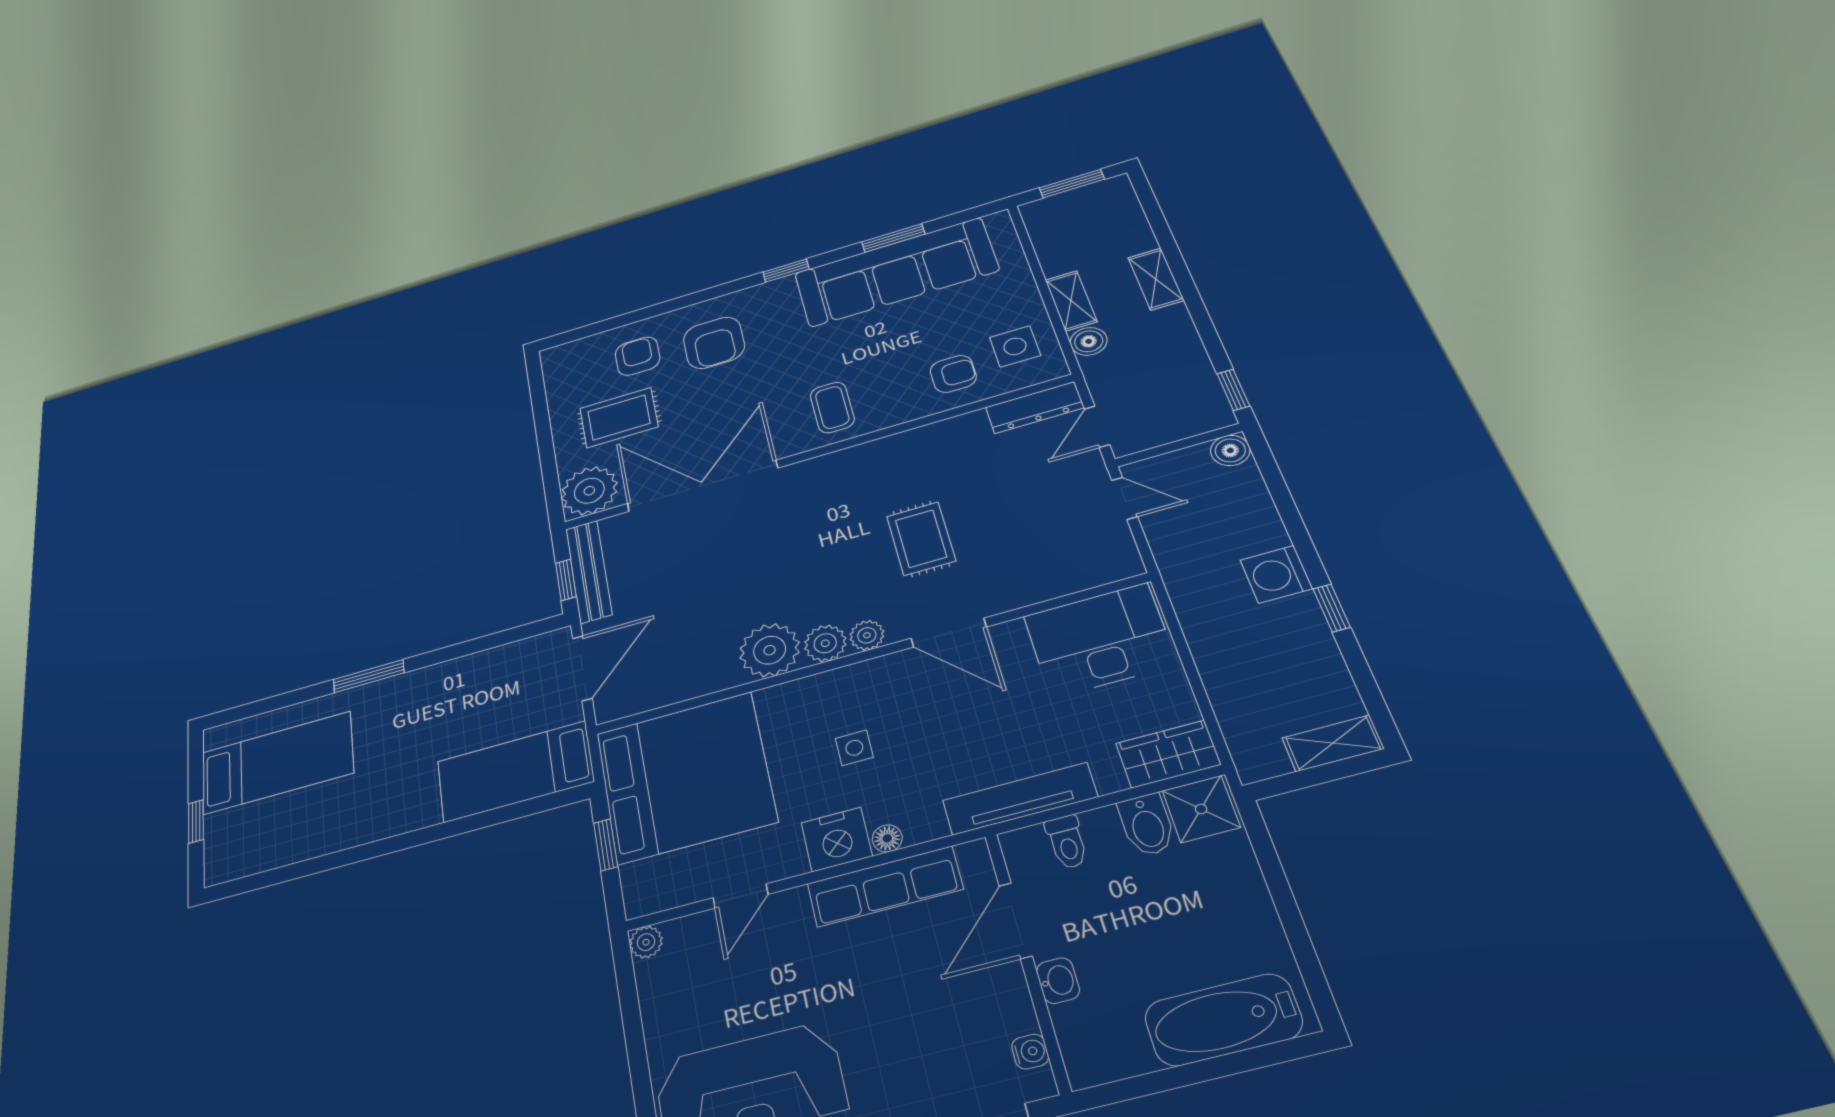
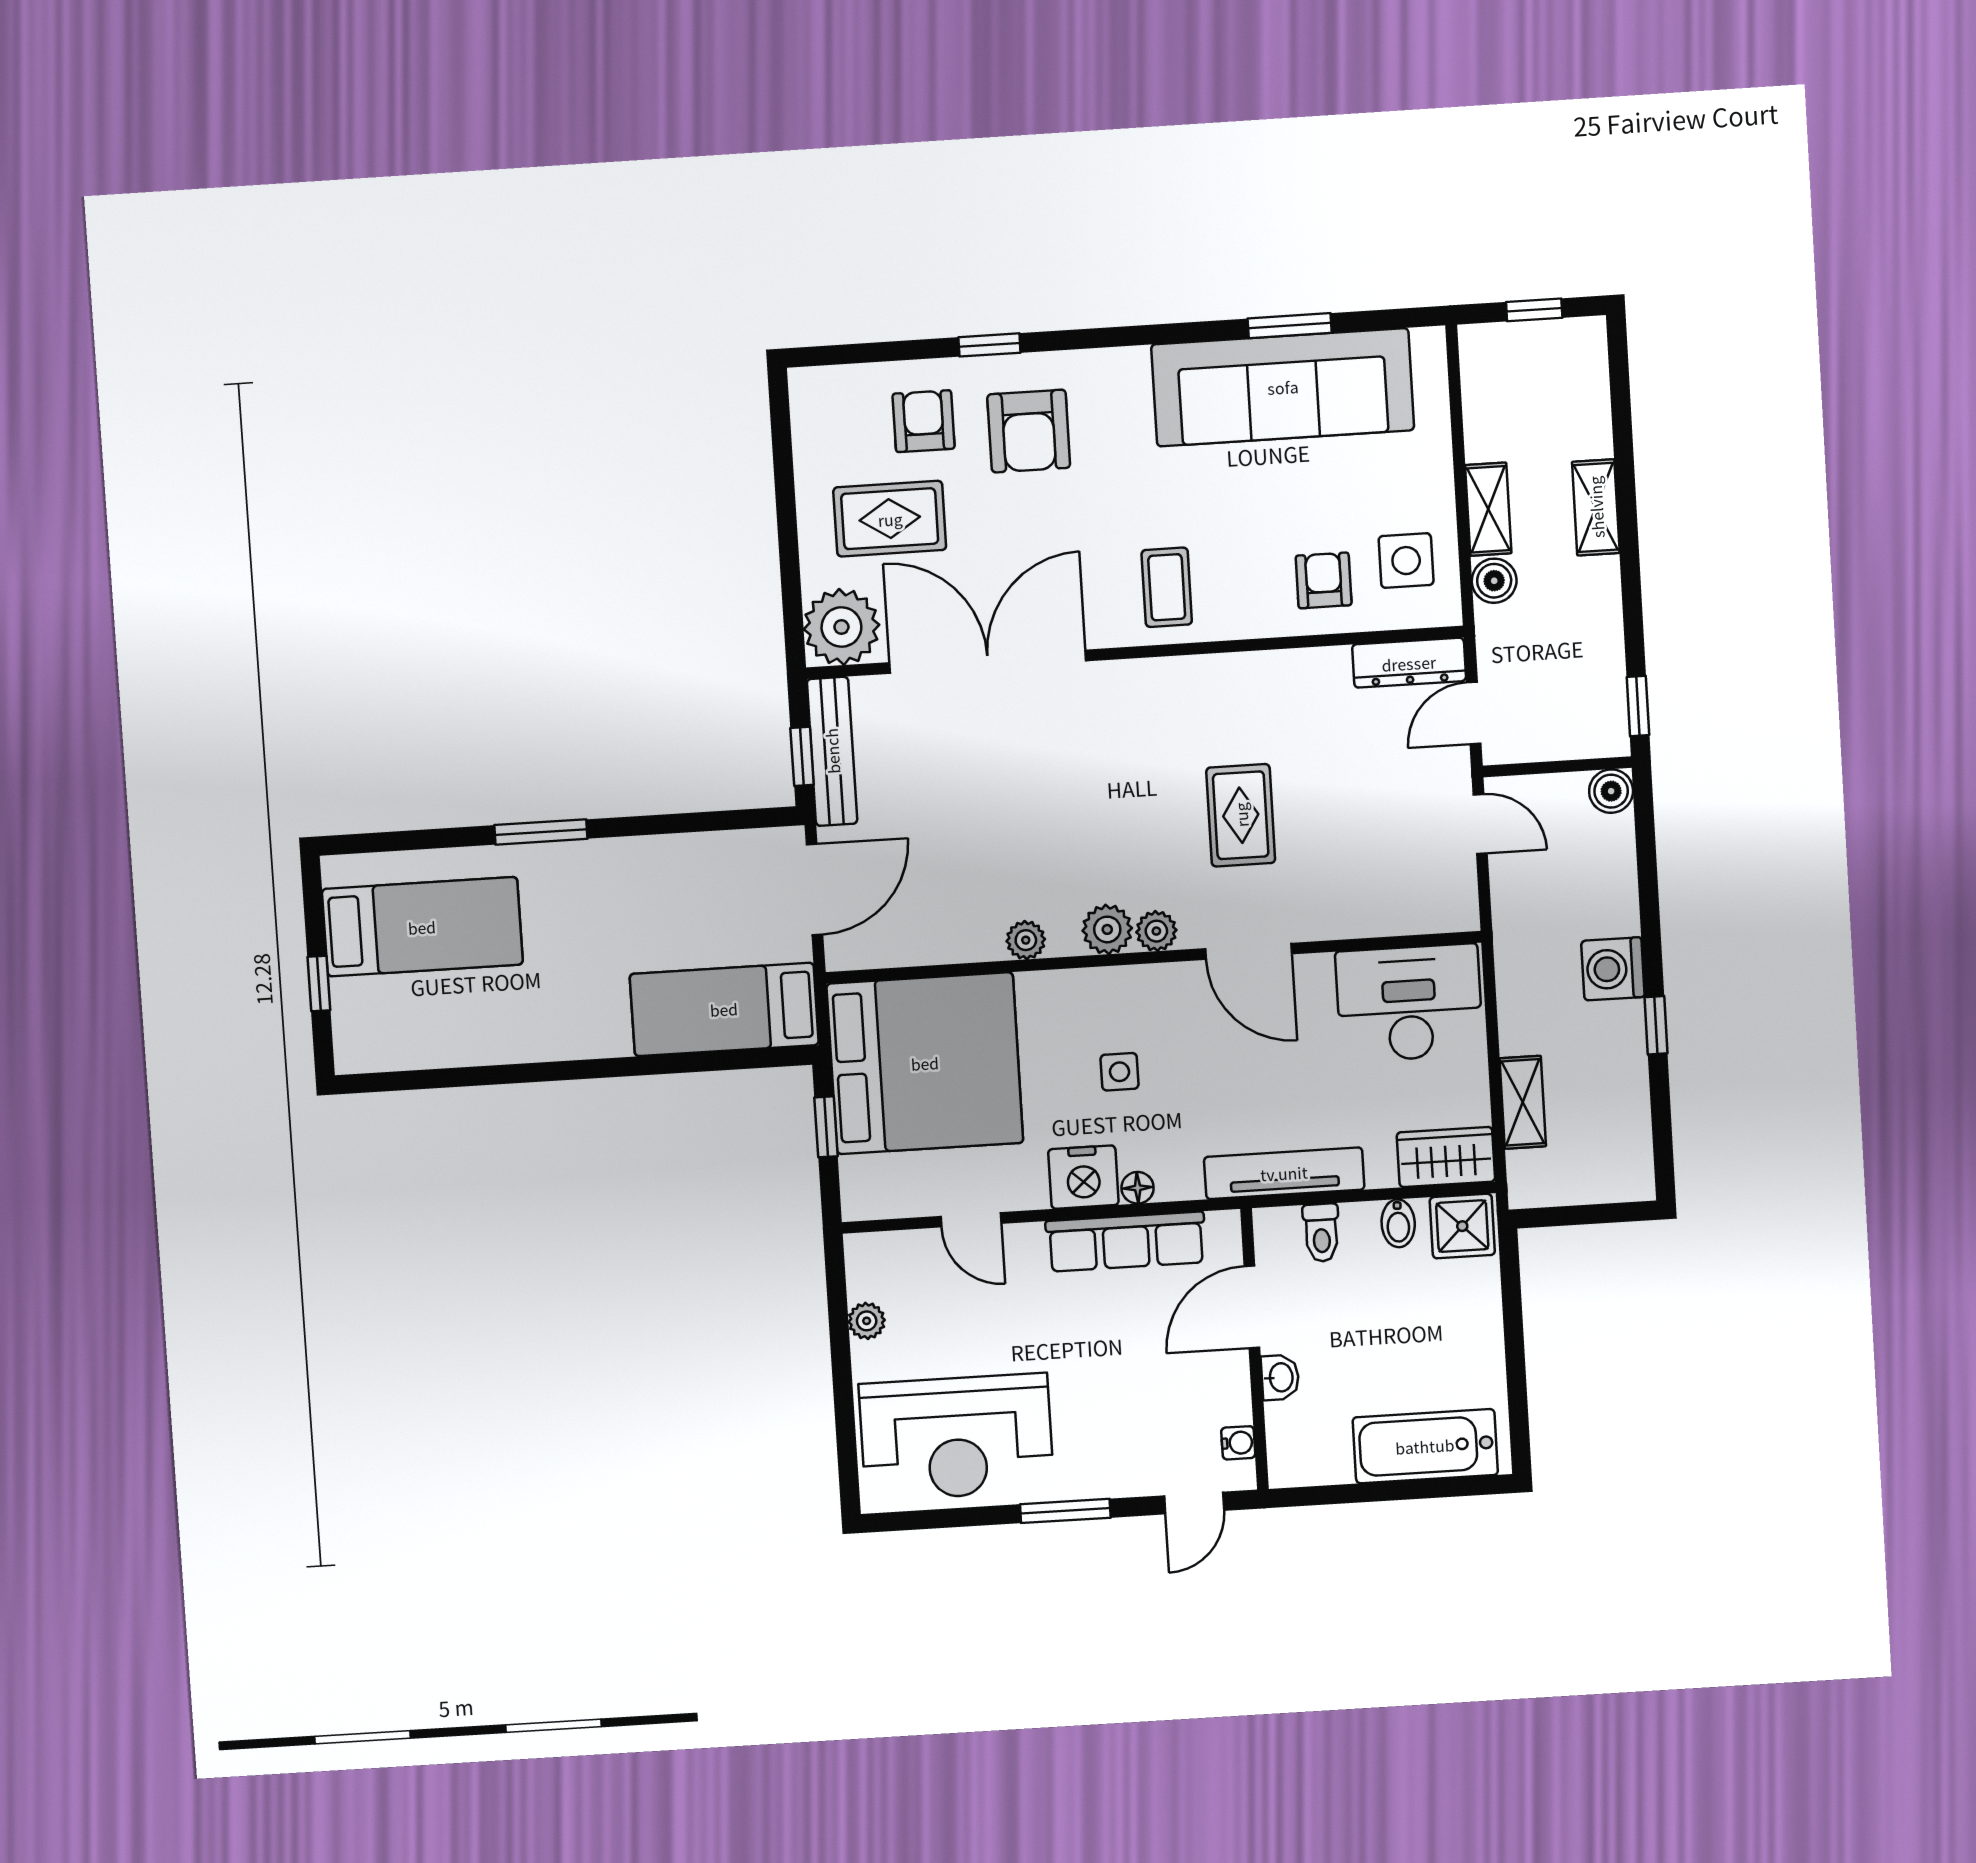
window: (1072, 184) -> (1534, 310), width x0.67
window: (786, 271) -> (989, 345), moved
armchair: (953, 374) -> (1324, 580), turned -90
plant: (770, 650) -> (1026, 940), width x0.53, depth x0.53
shelving: (1333, 743) -> (1523, 1102), moved, turned 90
bidet: (1147, 825) -> (1398, 1223), width x0.72, depth x0.74
door: (741, 896) -> (971, 1220), hinge flipped
plant: (646, 942) -> (867, 1321), moved

